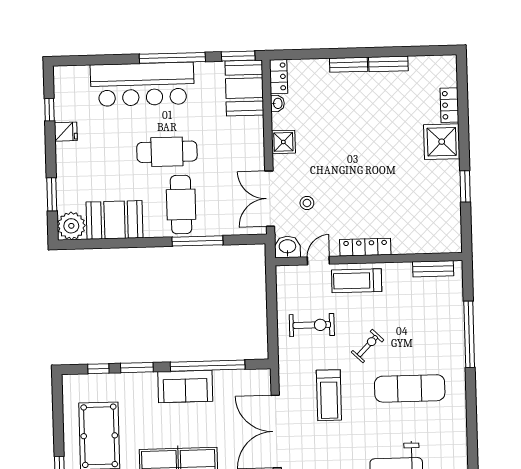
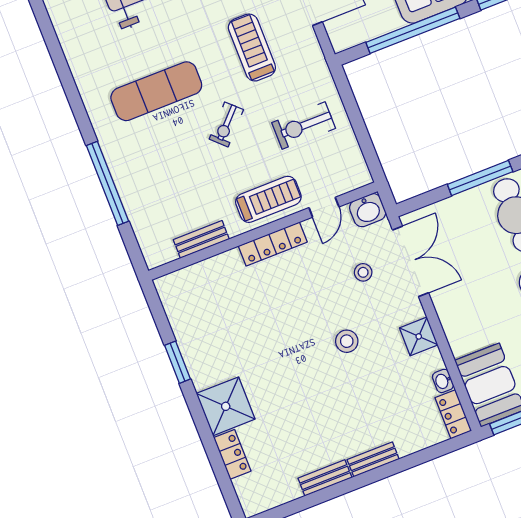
stool: (337, 157) -> (347, 341), added
bench: (433, 269) -> (201, 239), moved

